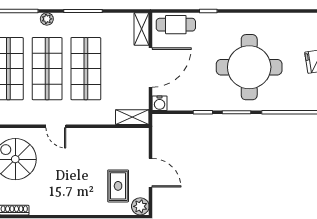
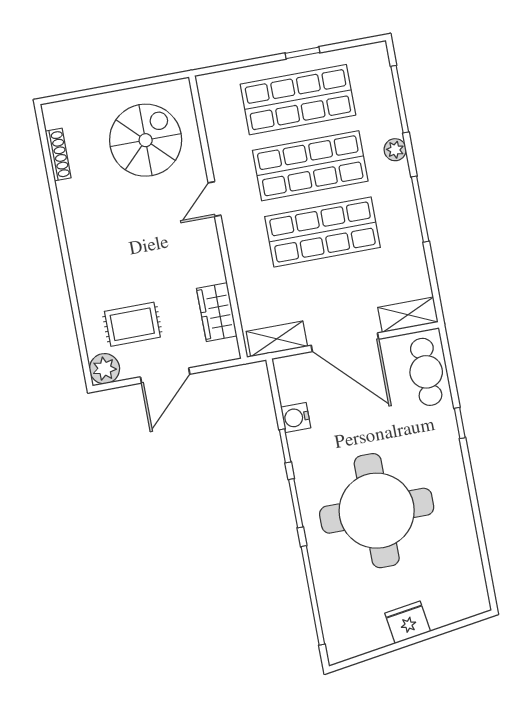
water cooler: (160, 103) -> (296, 418), moved
shelving: (132, 117) -> (277, 339), moved, turned 90
wardrobe: (120, 137) -> (217, 312), added

